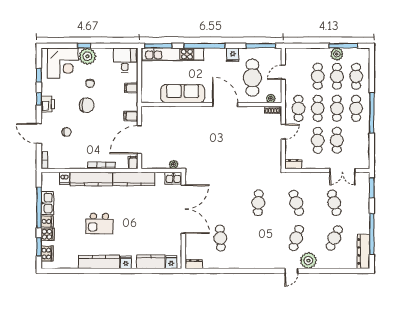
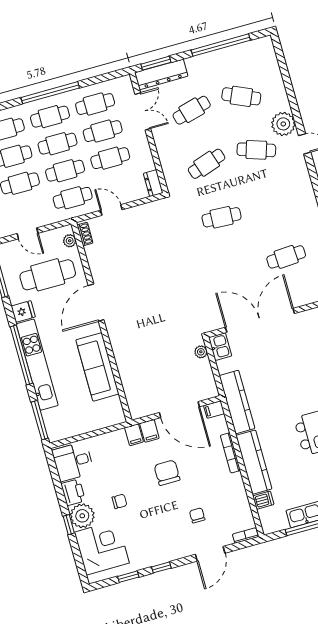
kitchen unit: (173, 54) -> (37, 365), moved
filing cabinet: (131, 88) -> (134, 435), moved
printer: (48, 104) -> (73, 492), moved, turned 90
chair: (87, 105) -> (167, 473), moved
cafe table: (356, 140) -> (95, 104), added
dresser: (363, 251) -> (161, 74), moved

